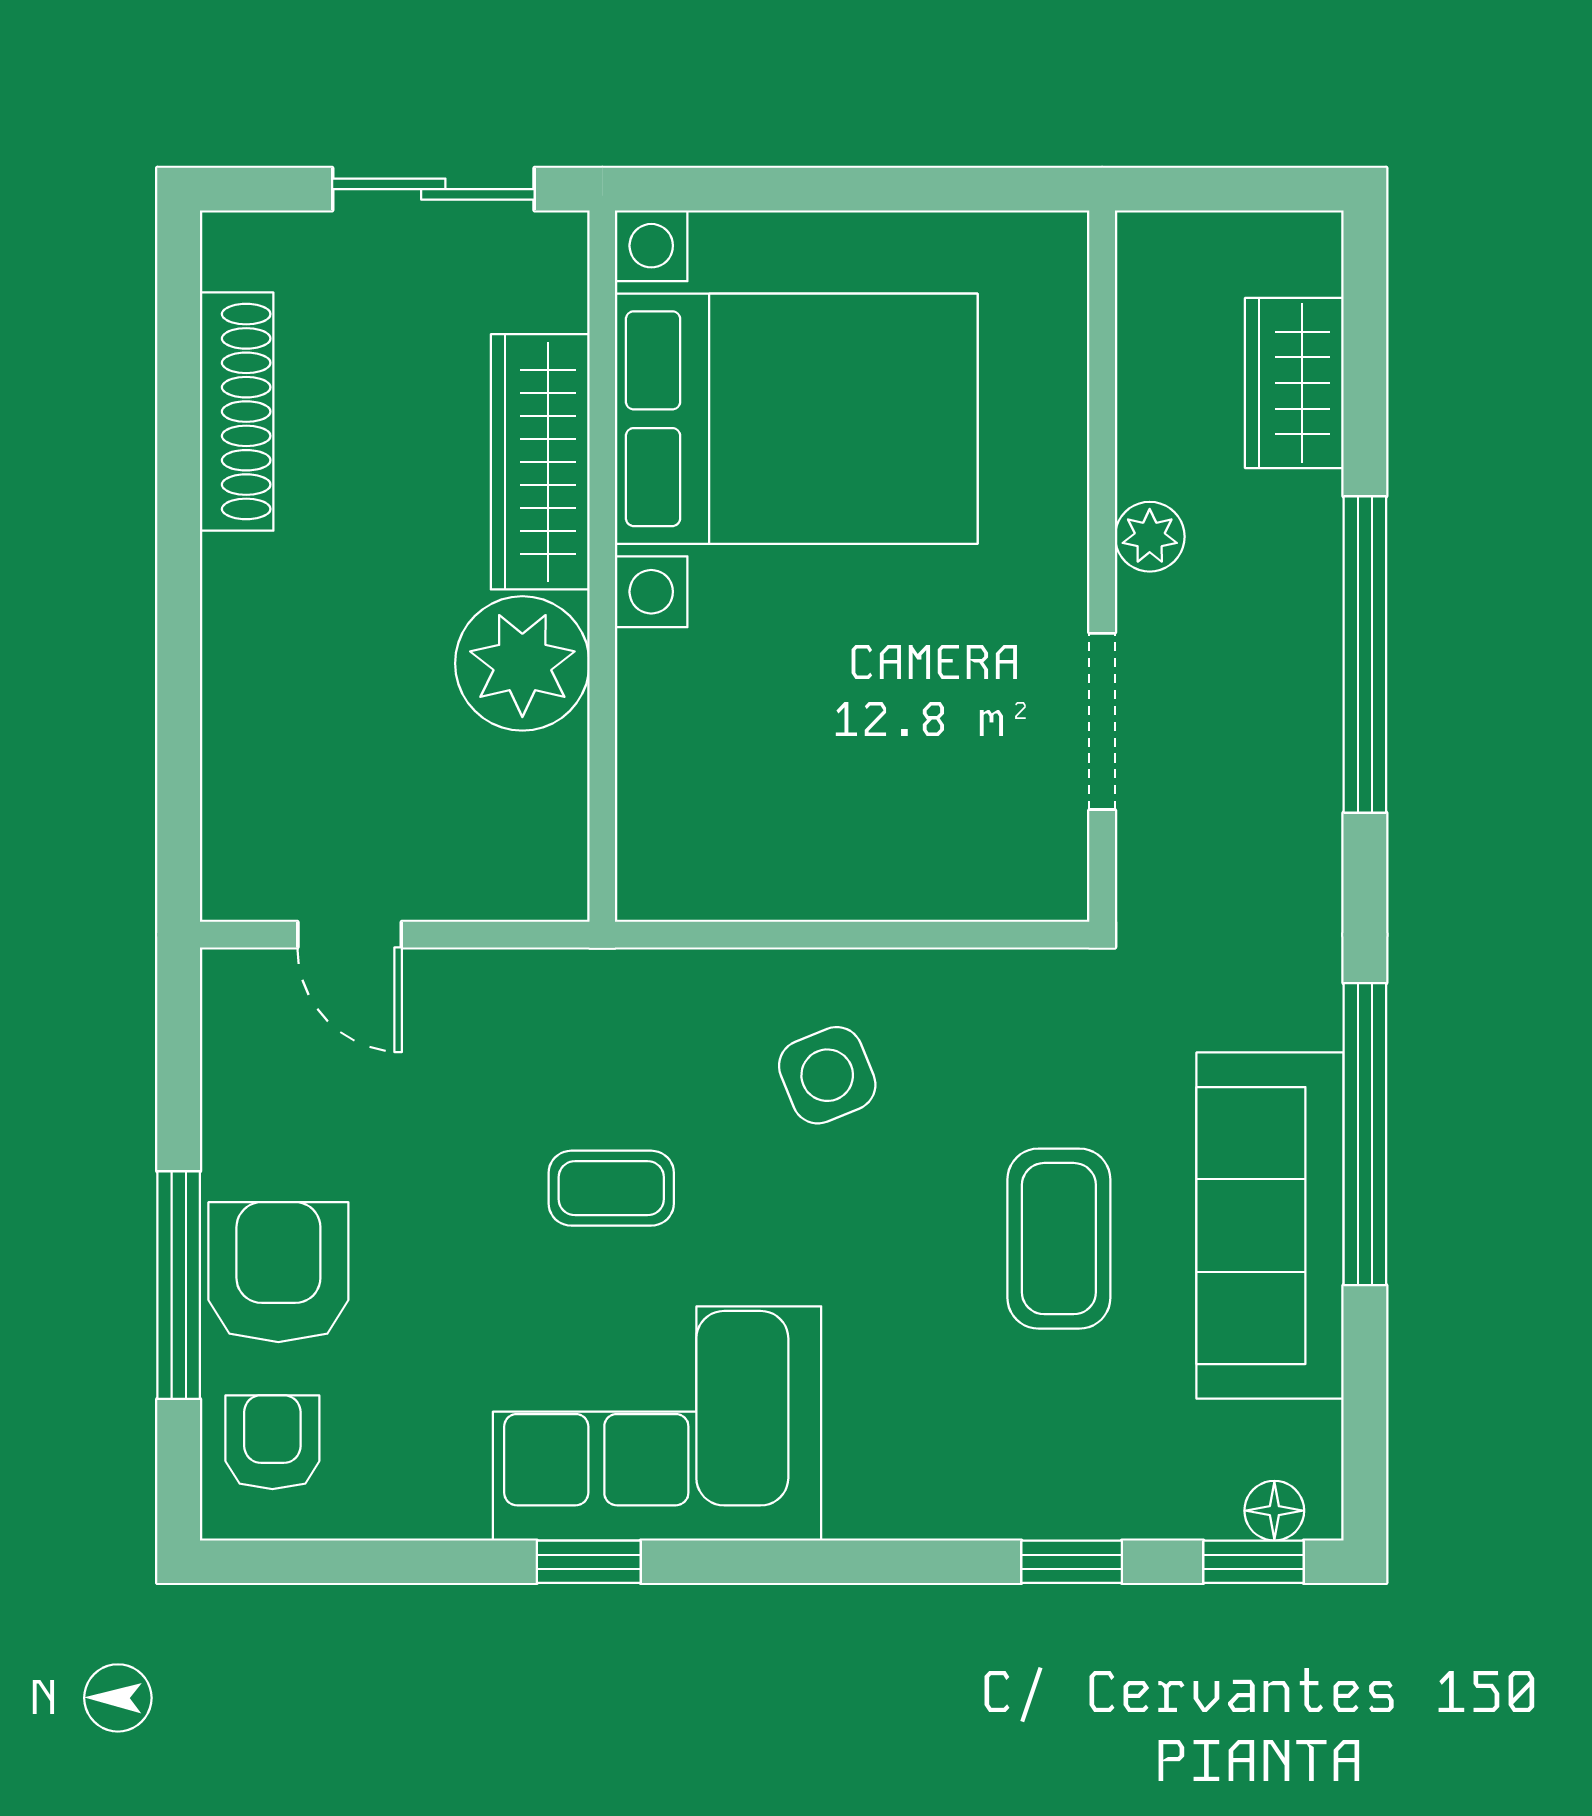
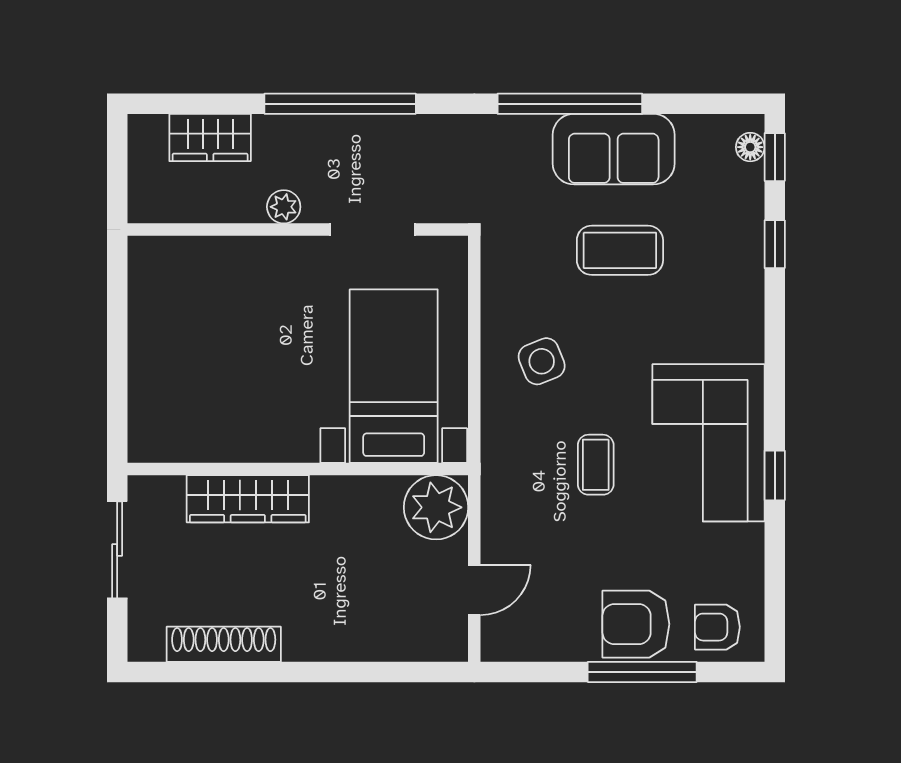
bed with nightstands: (796, 419) -> (394, 376), moved, width x0.73
plant: (522, 663) -> (436, 507), moved
sofa: (1270, 1226) -> (614, 149), width x0.73

